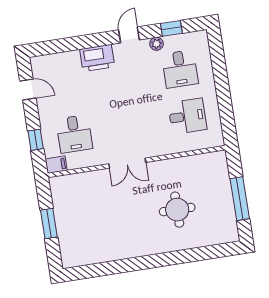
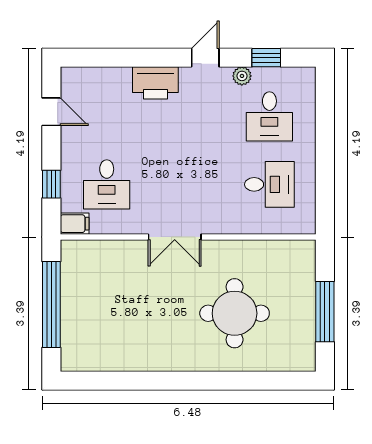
round table: (177, 210) -> (235, 313), width x1.36, depth x1.36
window: (49, 223) -> (51, 305), width x2.11

